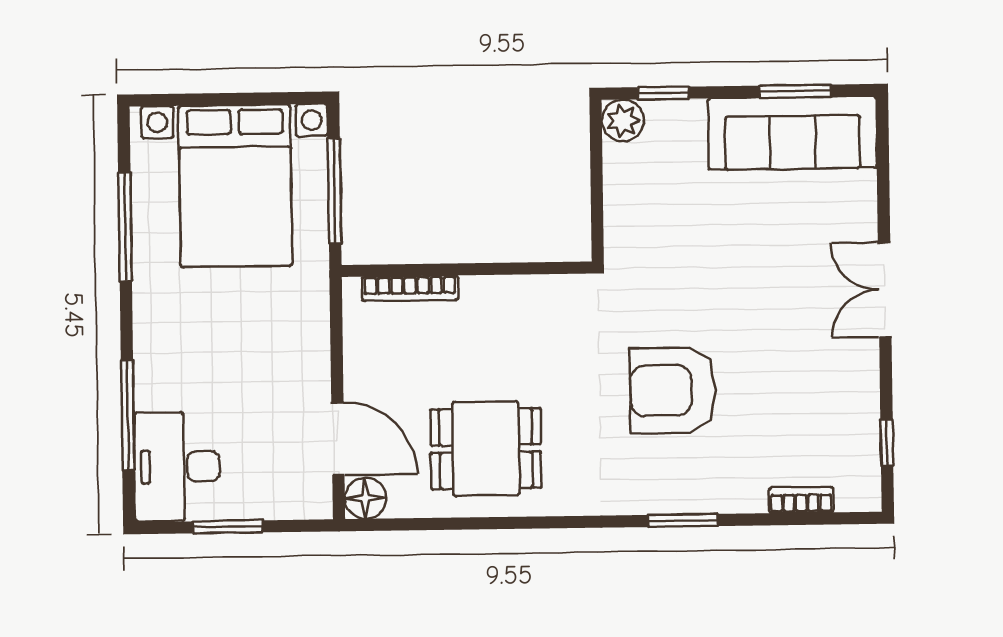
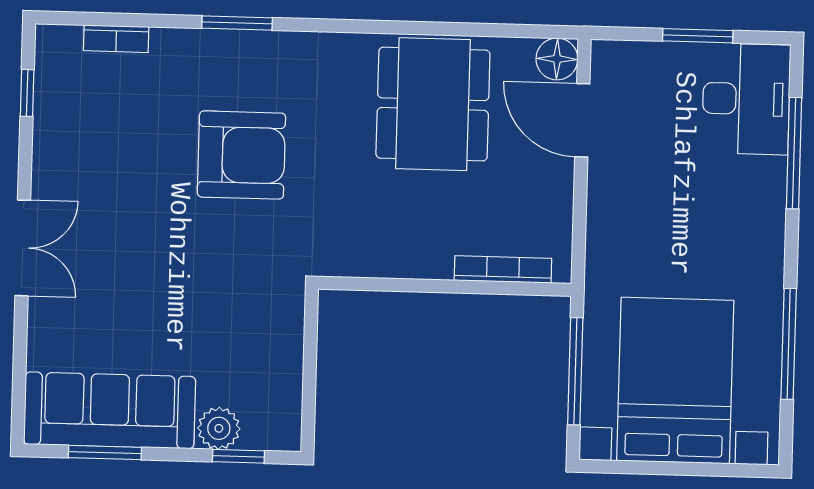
plant: (623, 121) -> (219, 428), moved
dining table: (486, 449) -> (433, 104), width x1.38

